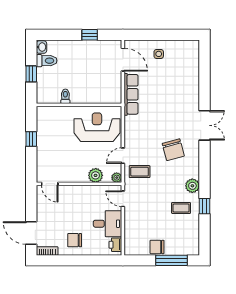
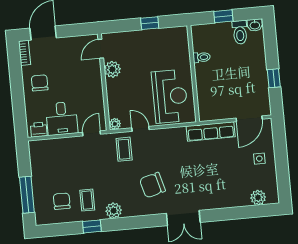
plant: (193, 58) -> (258, 198), added
plant: (96, 175) -> (112, 69), moved
chair: (157, 247) -> (62, 201), moved

